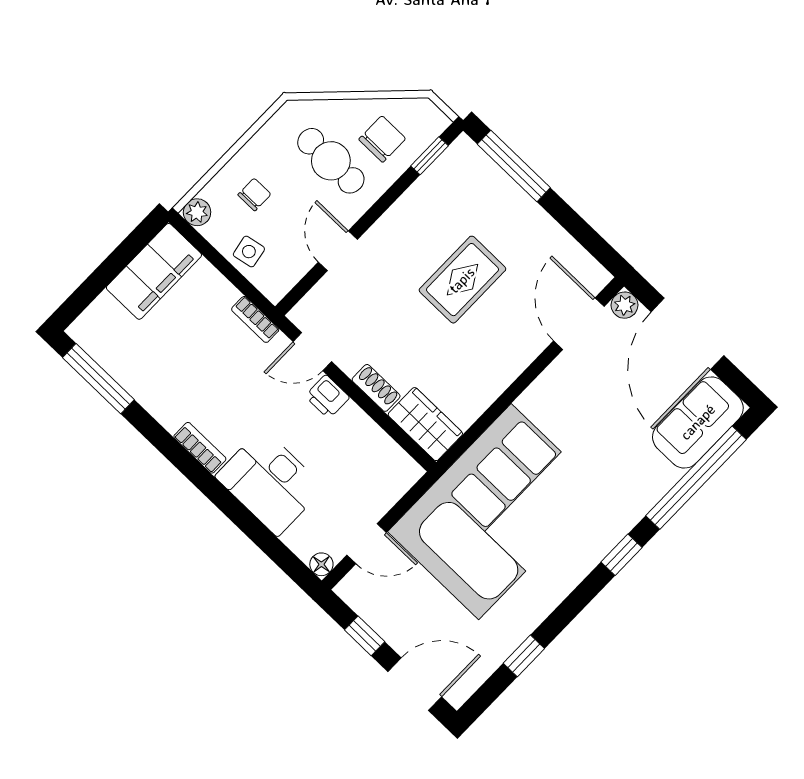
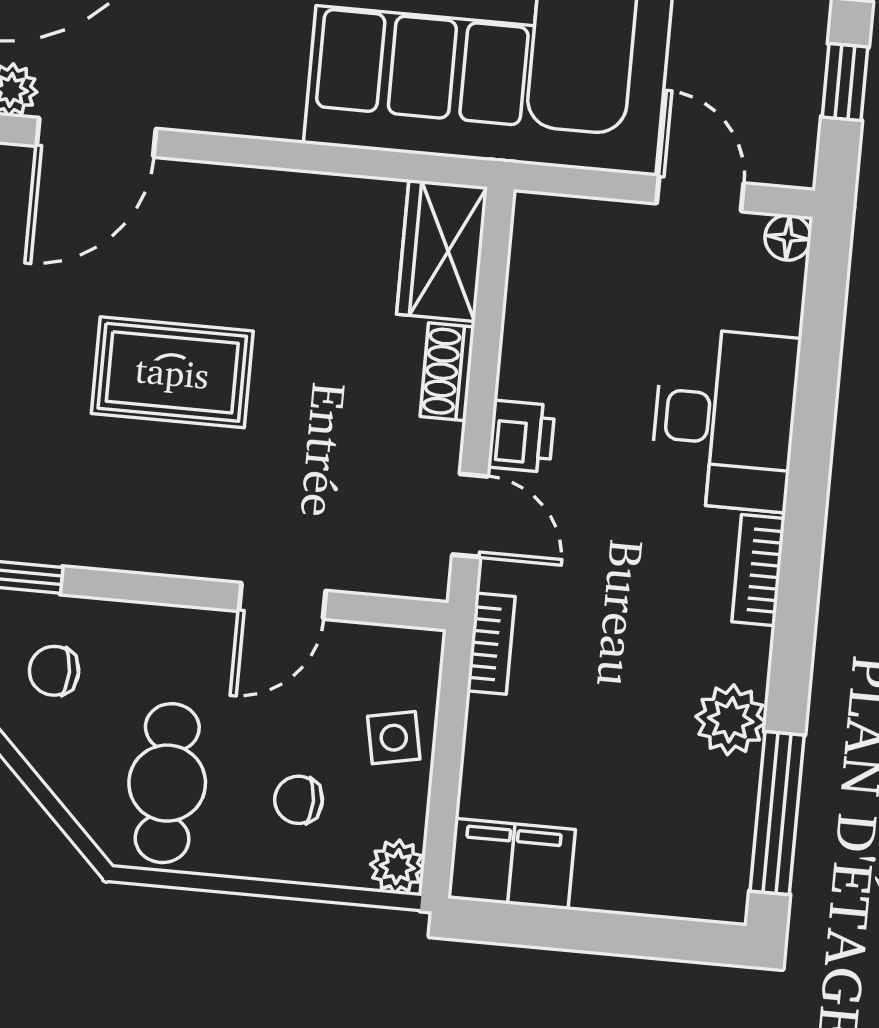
chair: (382, 139) -> (54, 671), width x0.73, depth x0.73
cafe table: (331, 161) -> (167, 783), moved
filing cabinet: (154, 271) -> (511, 864), width x0.67, depth x0.86
plant: (150, 390) -> (731, 720), added

